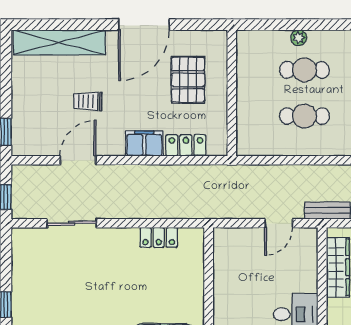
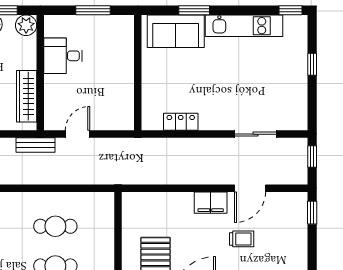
filing cabinet: (144, 143) -> (211, 203), moved
locker: (186, 145) -> (157, 201), removed

